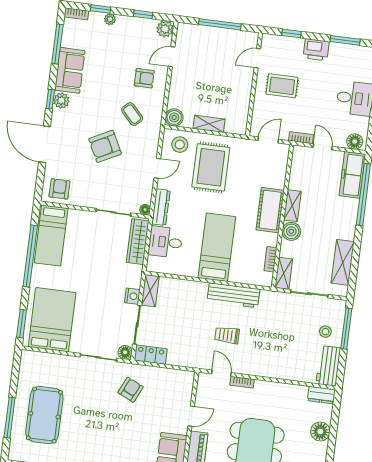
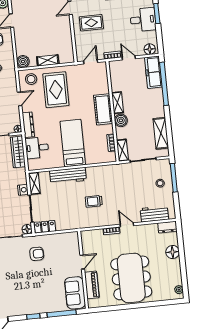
workbench: (233, 295) -> (68, 176), moved
workbench: (328, 366) -> (154, 214), moved, turned 90
door: (221, 373) -> (127, 225), moved
armchair: (131, 390) -> (37, 254), turned 65

